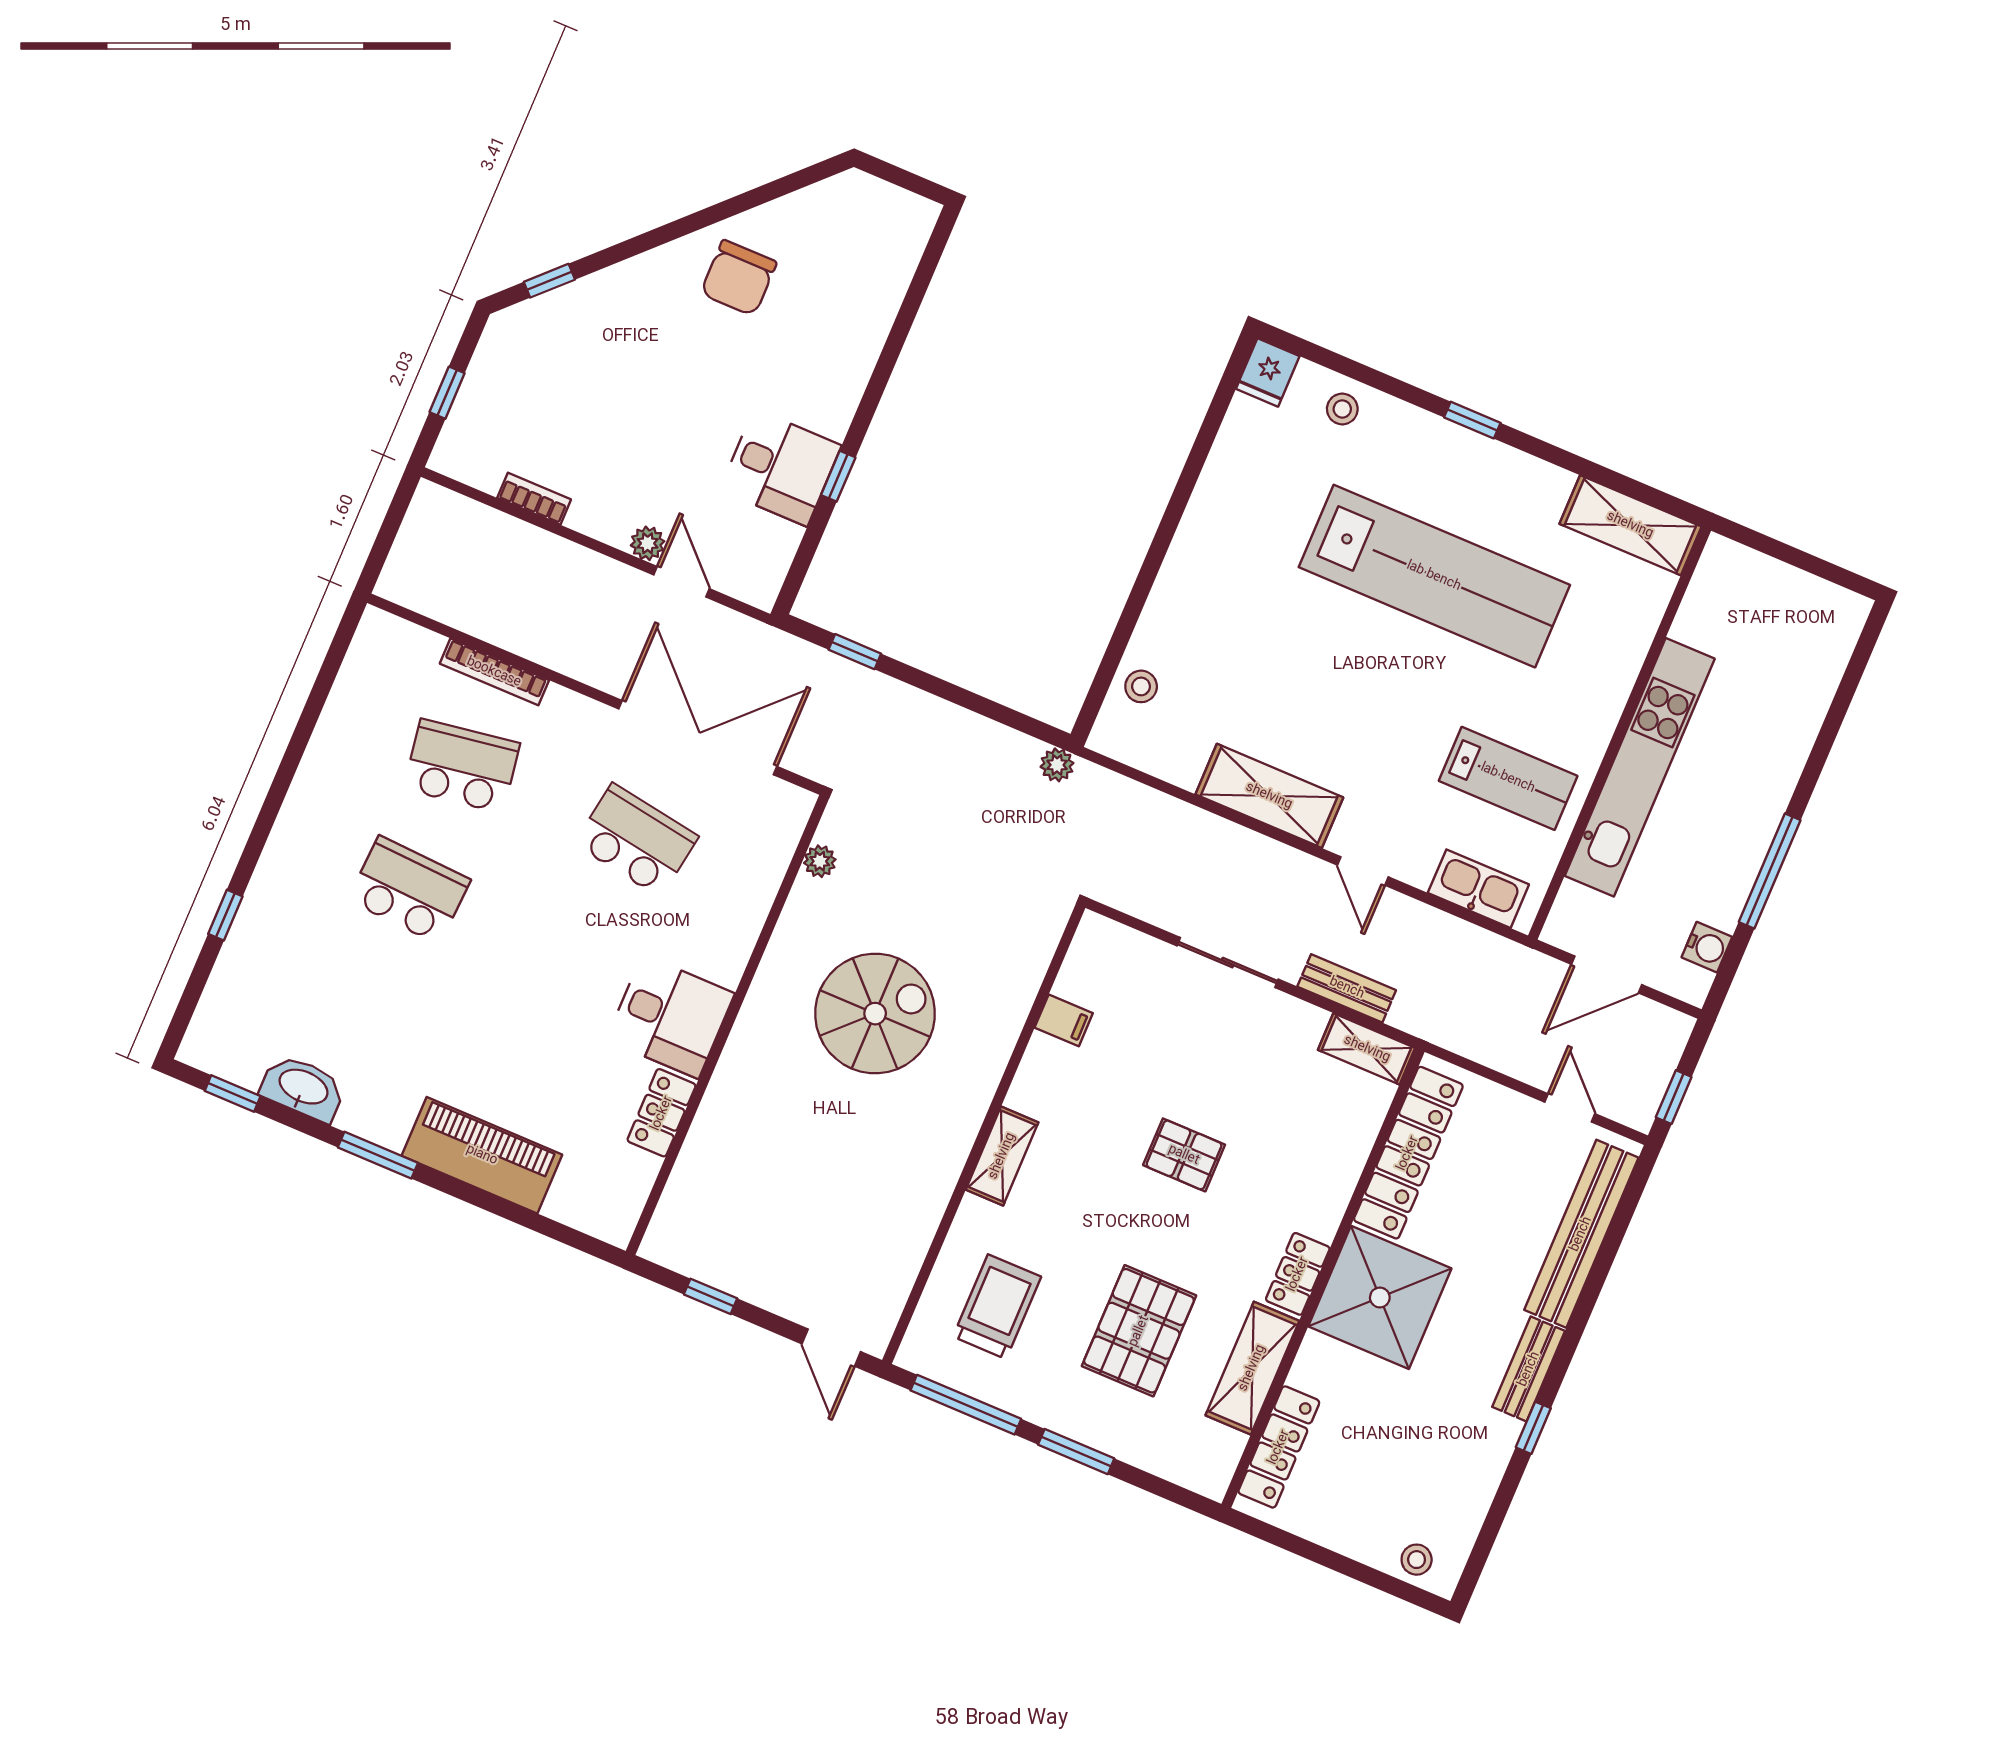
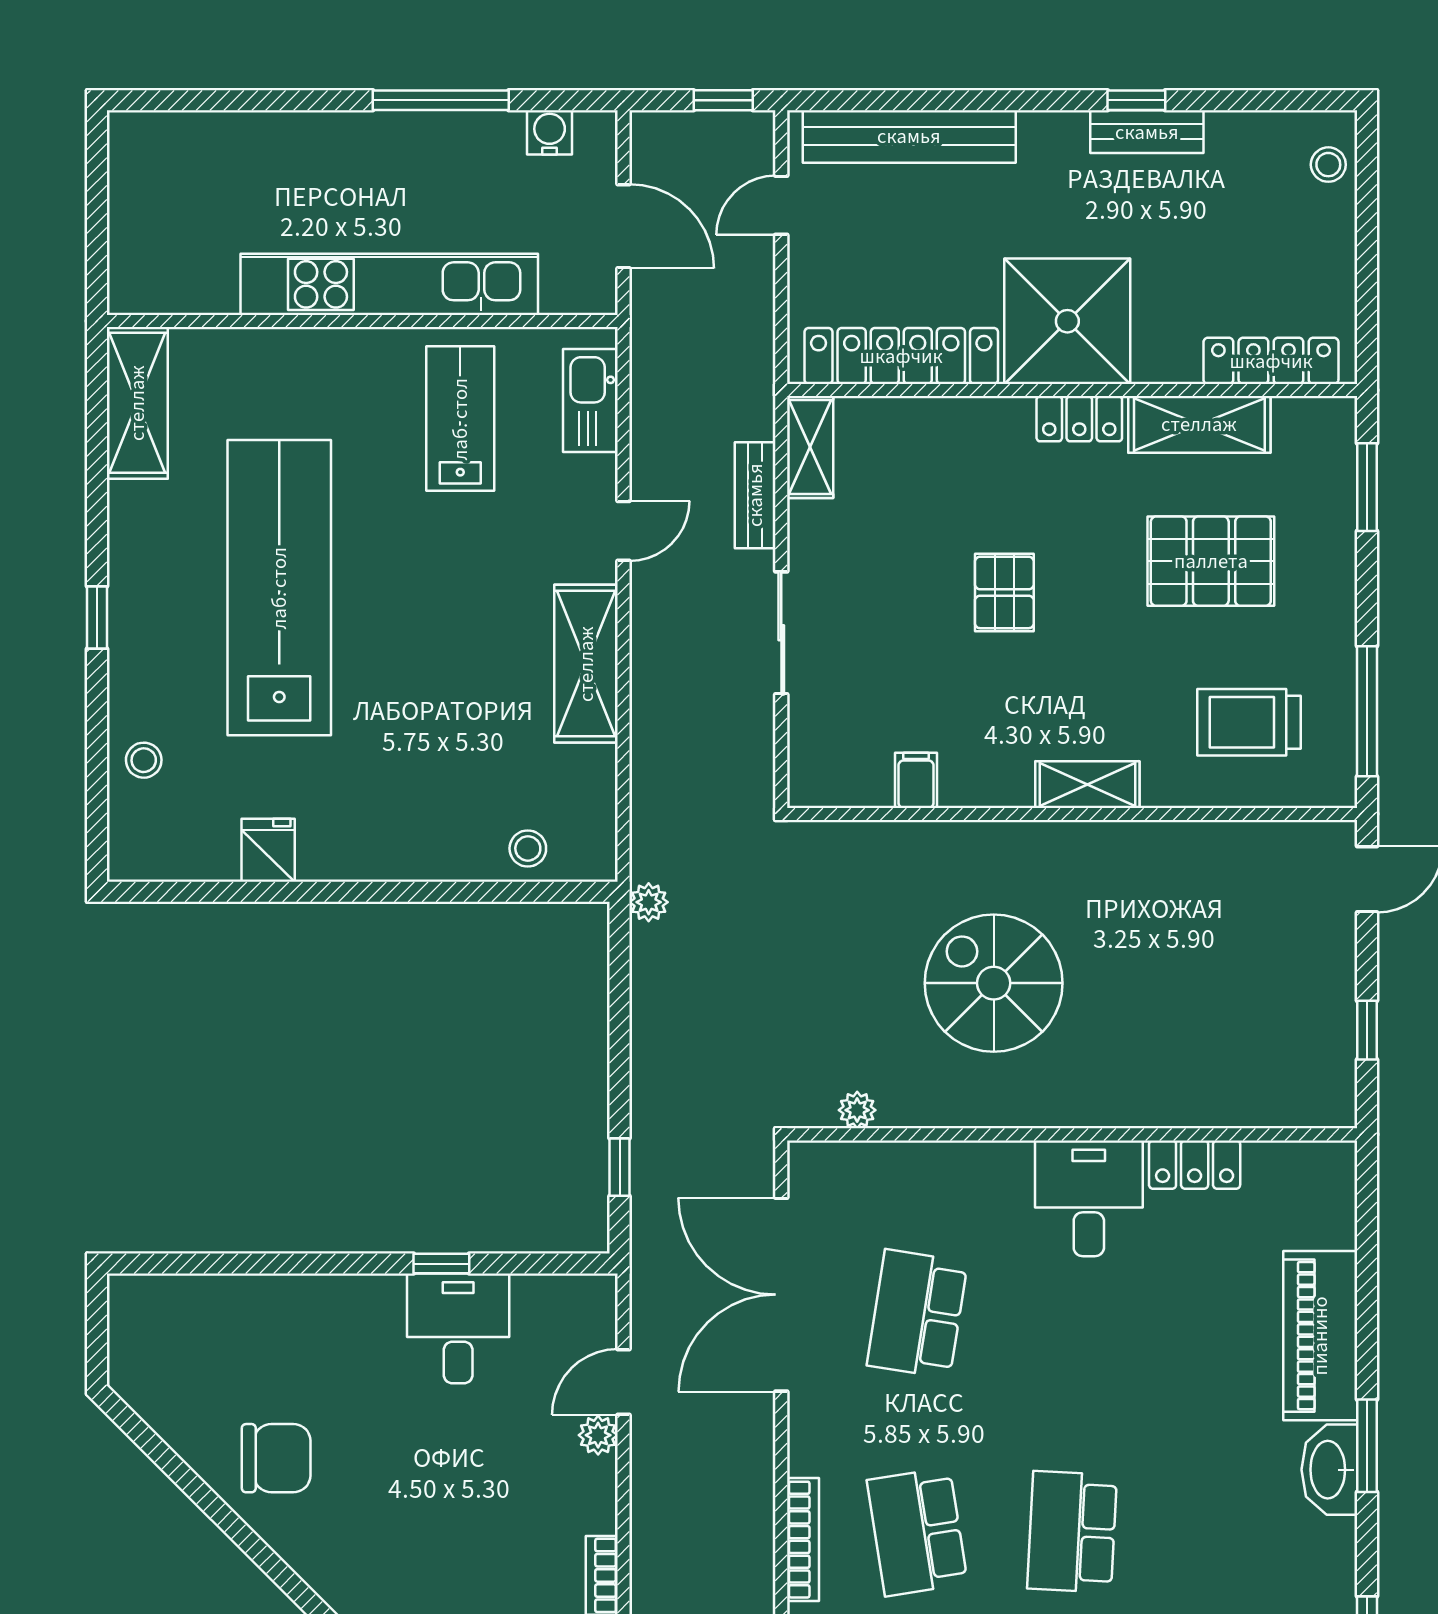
fridge: (1268, 372) -> (268, 850), moved, turned -90
washbasin: (303, 1088) -> (1329, 1470), moved
bench: (1529, 1369) -> (1147, 132), moved
window: (1076, 1452) -> (1367, 487), moved

